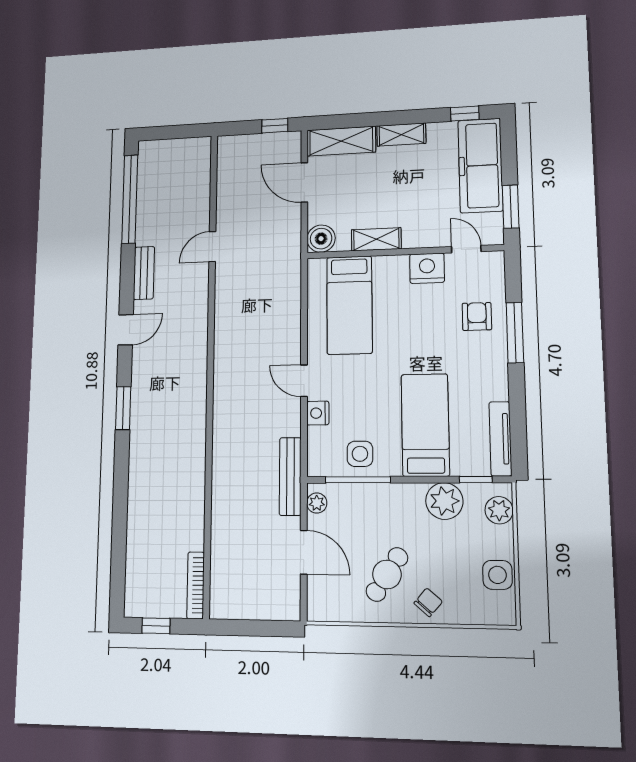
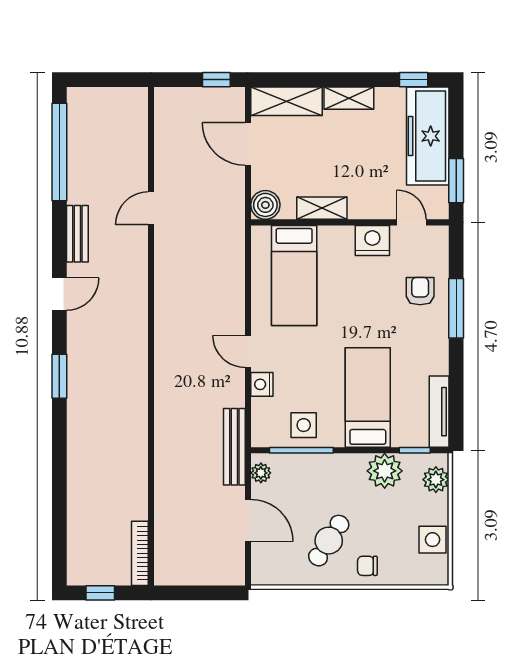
chair: (428, 602) -> (367, 566), turned -131

